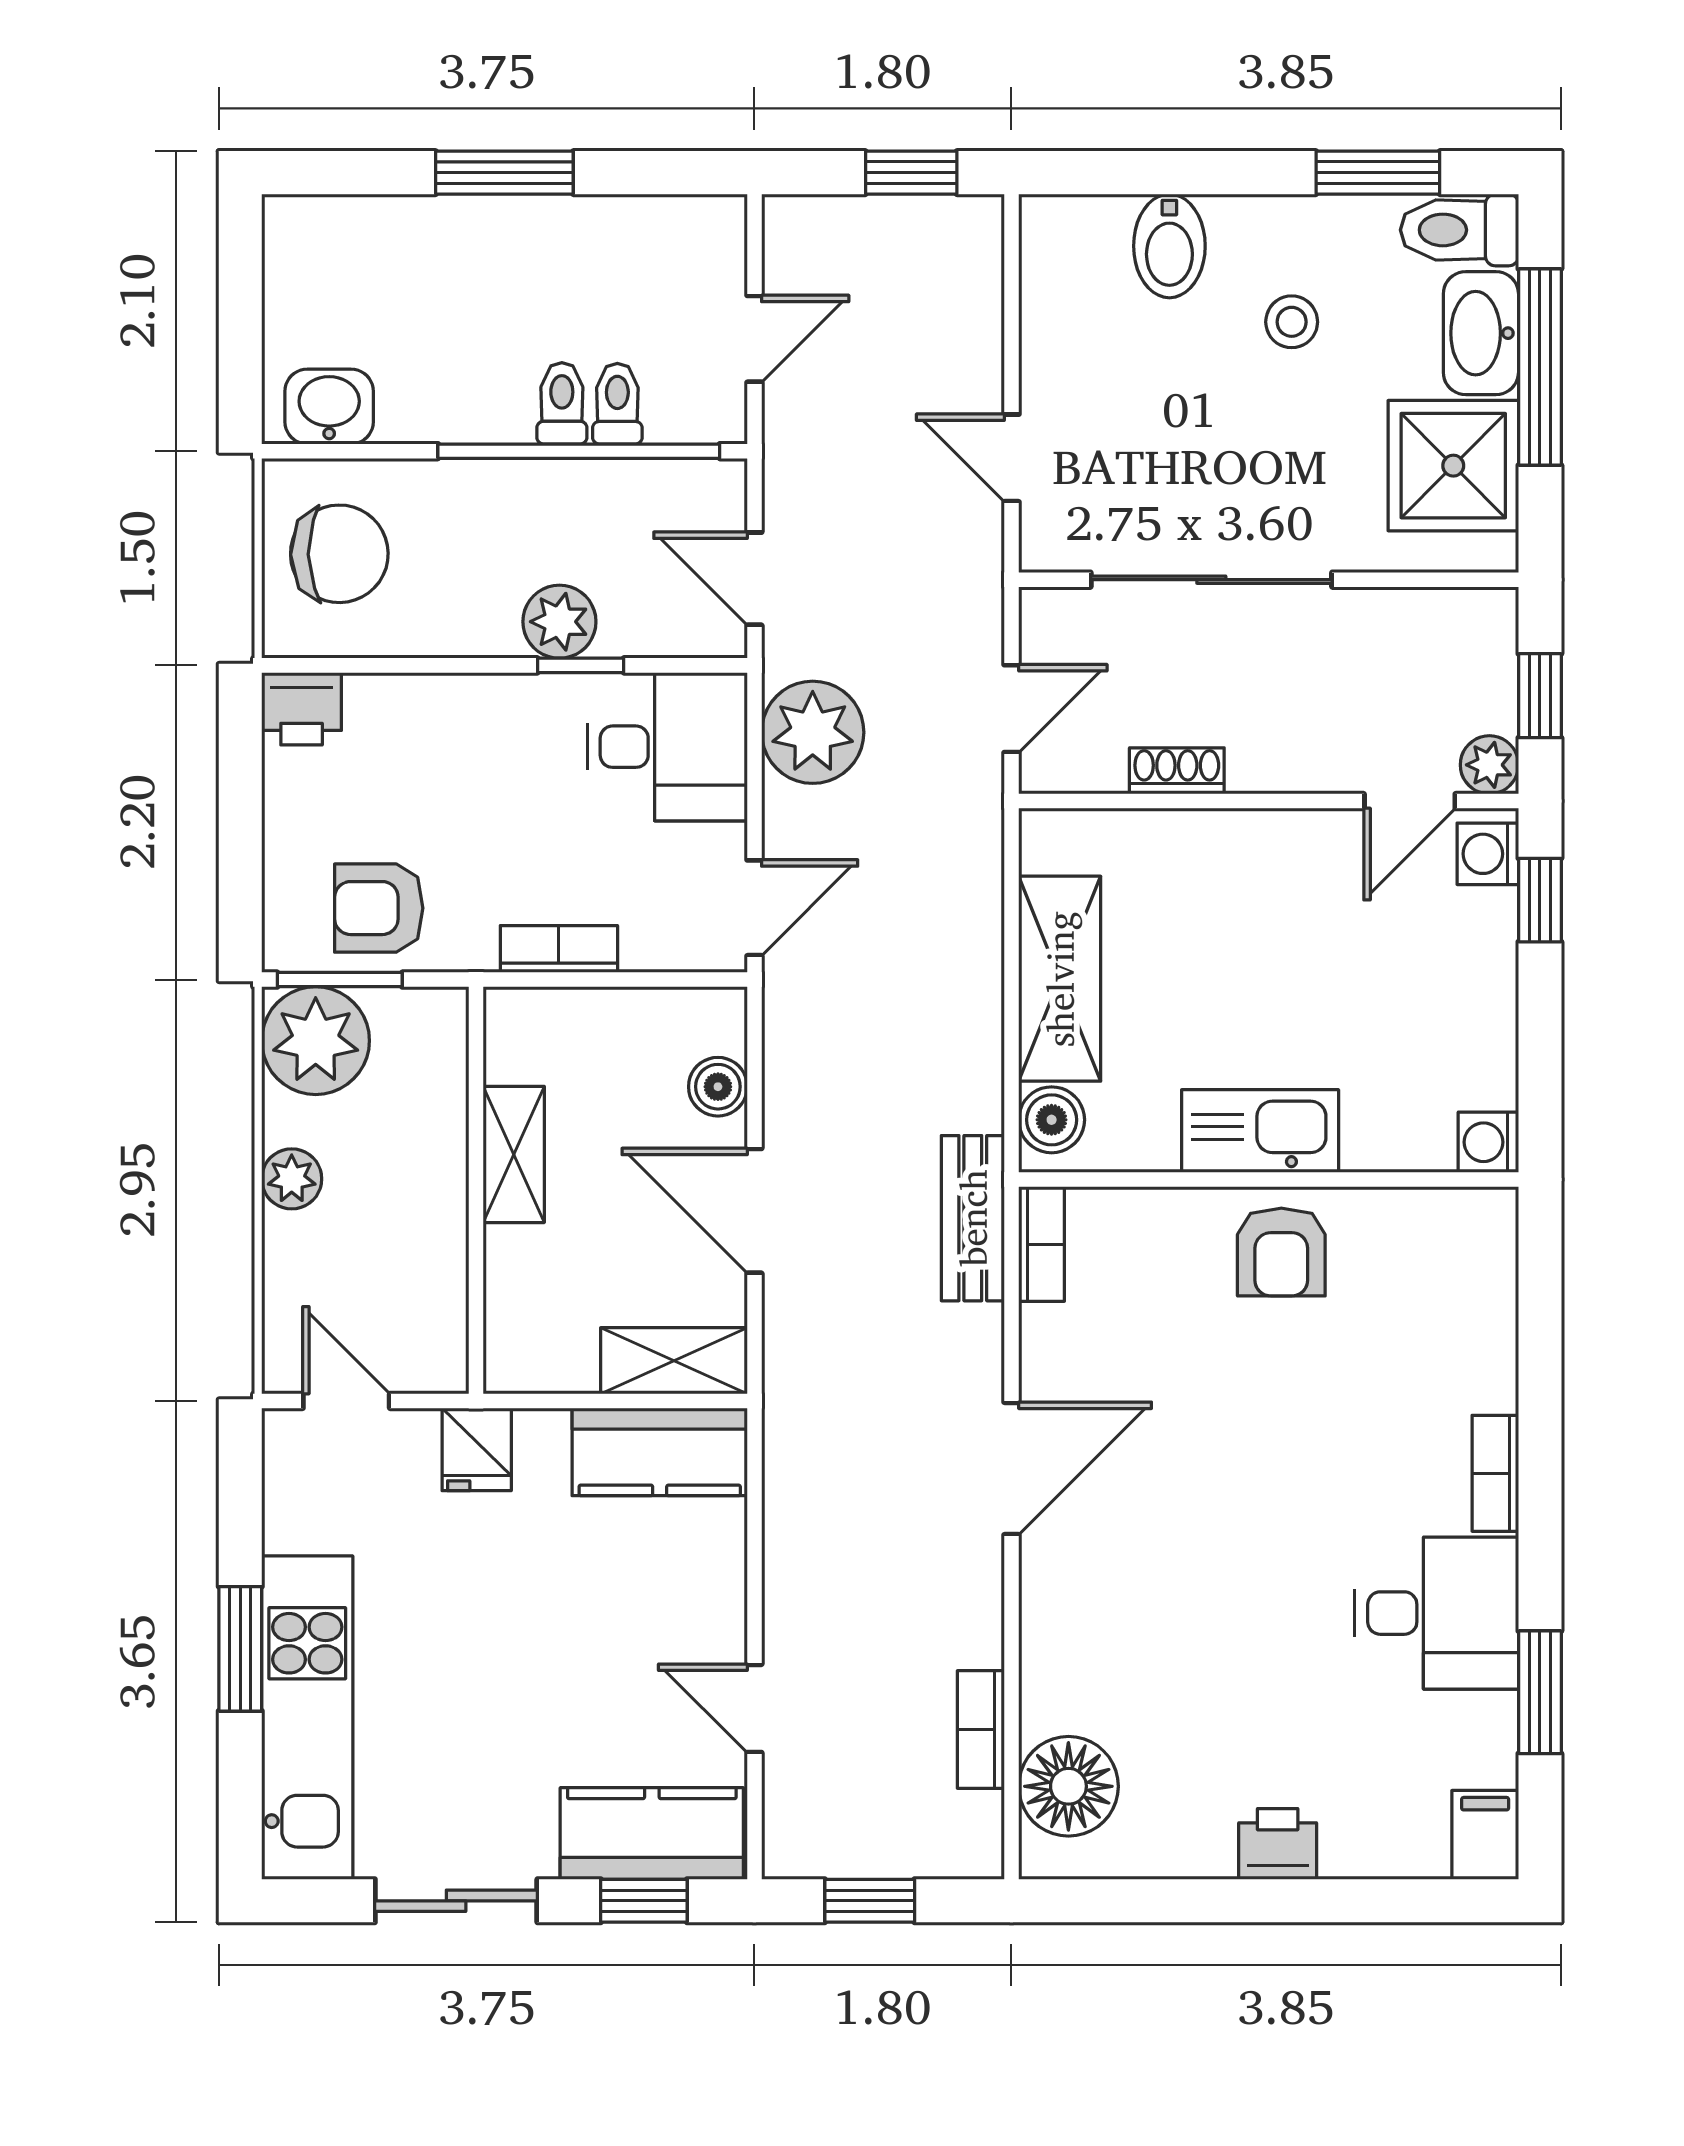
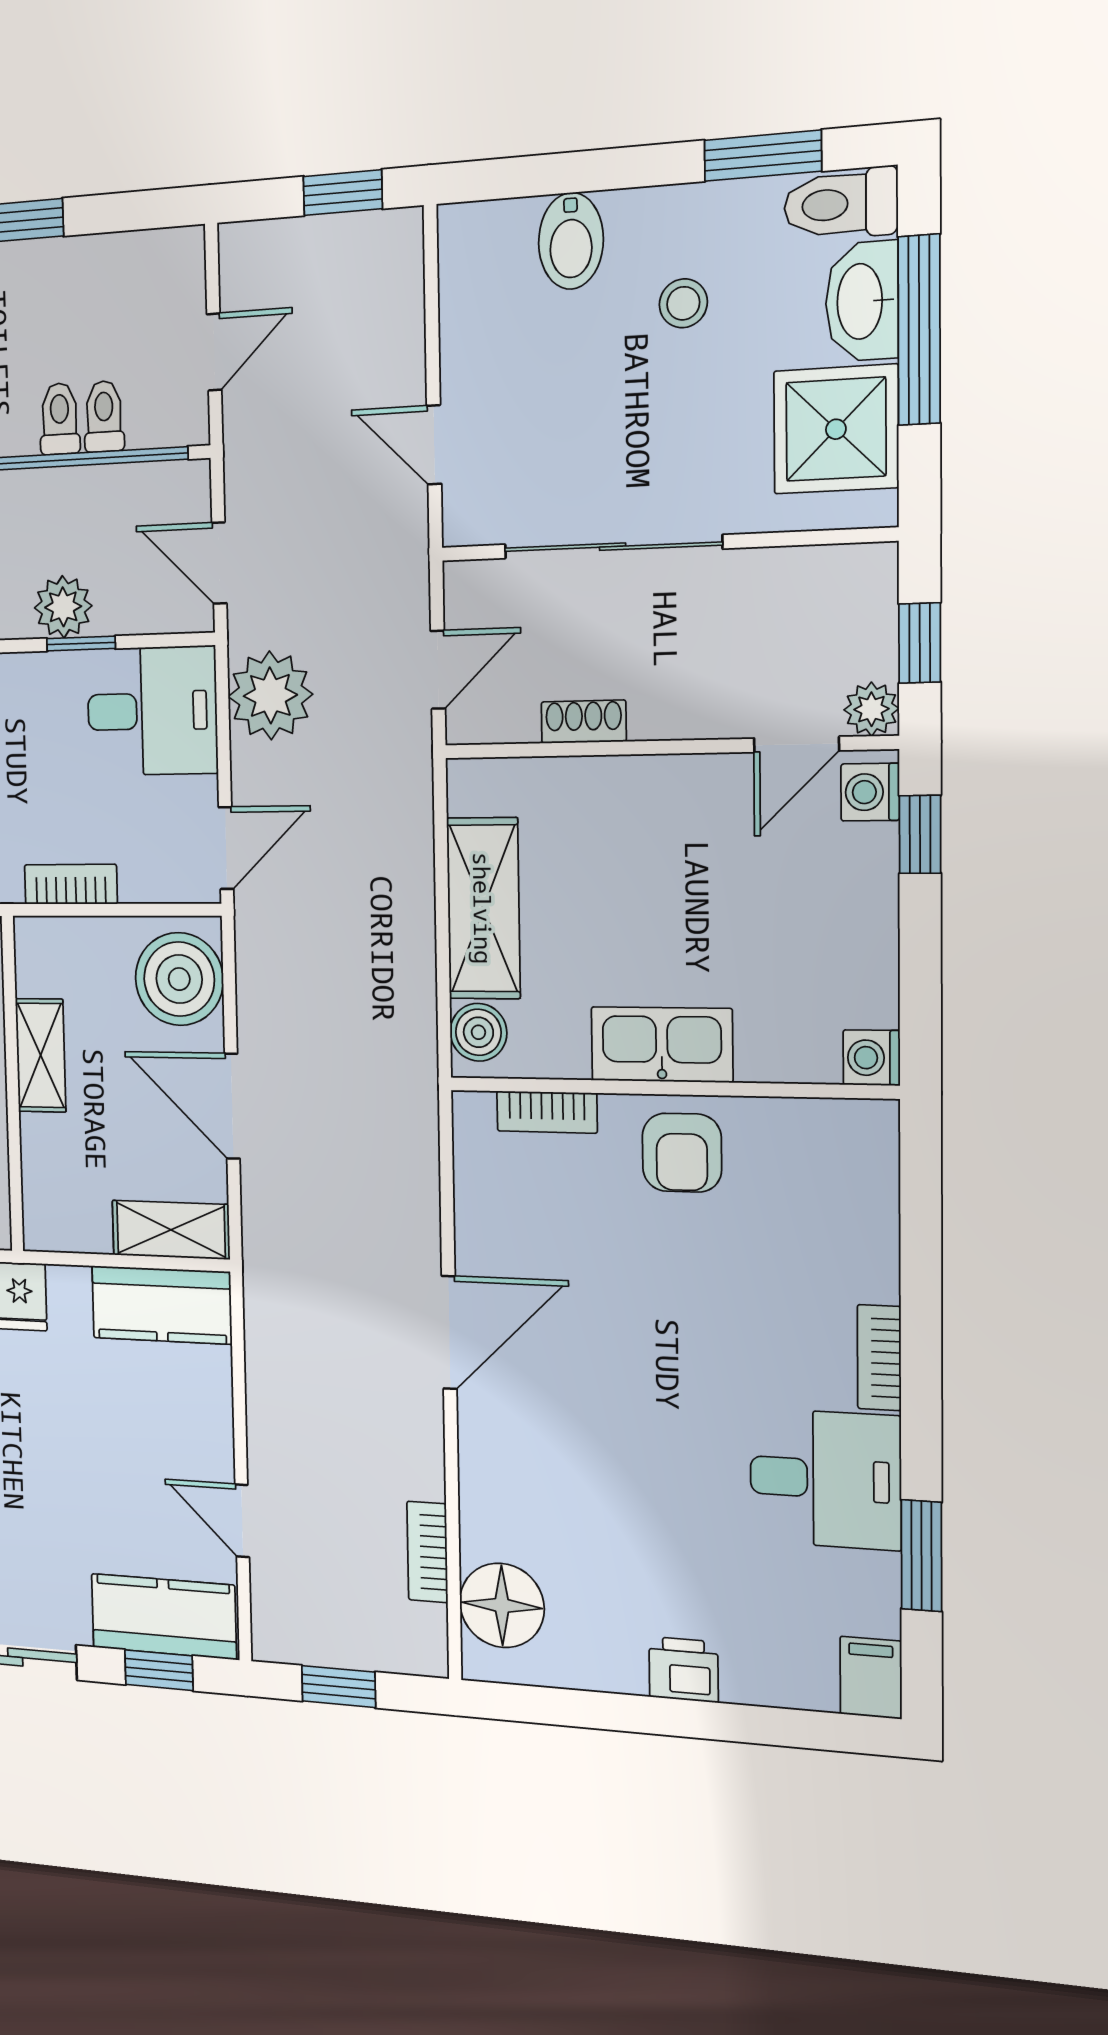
boiler: (718, 1087) -> (179, 979), width x1.86, depth x1.86
bench: (973, 1218) -> (413, 1116), removed
bookcase: (1042, 1244) -> (547, 1112), moved, turned 90

